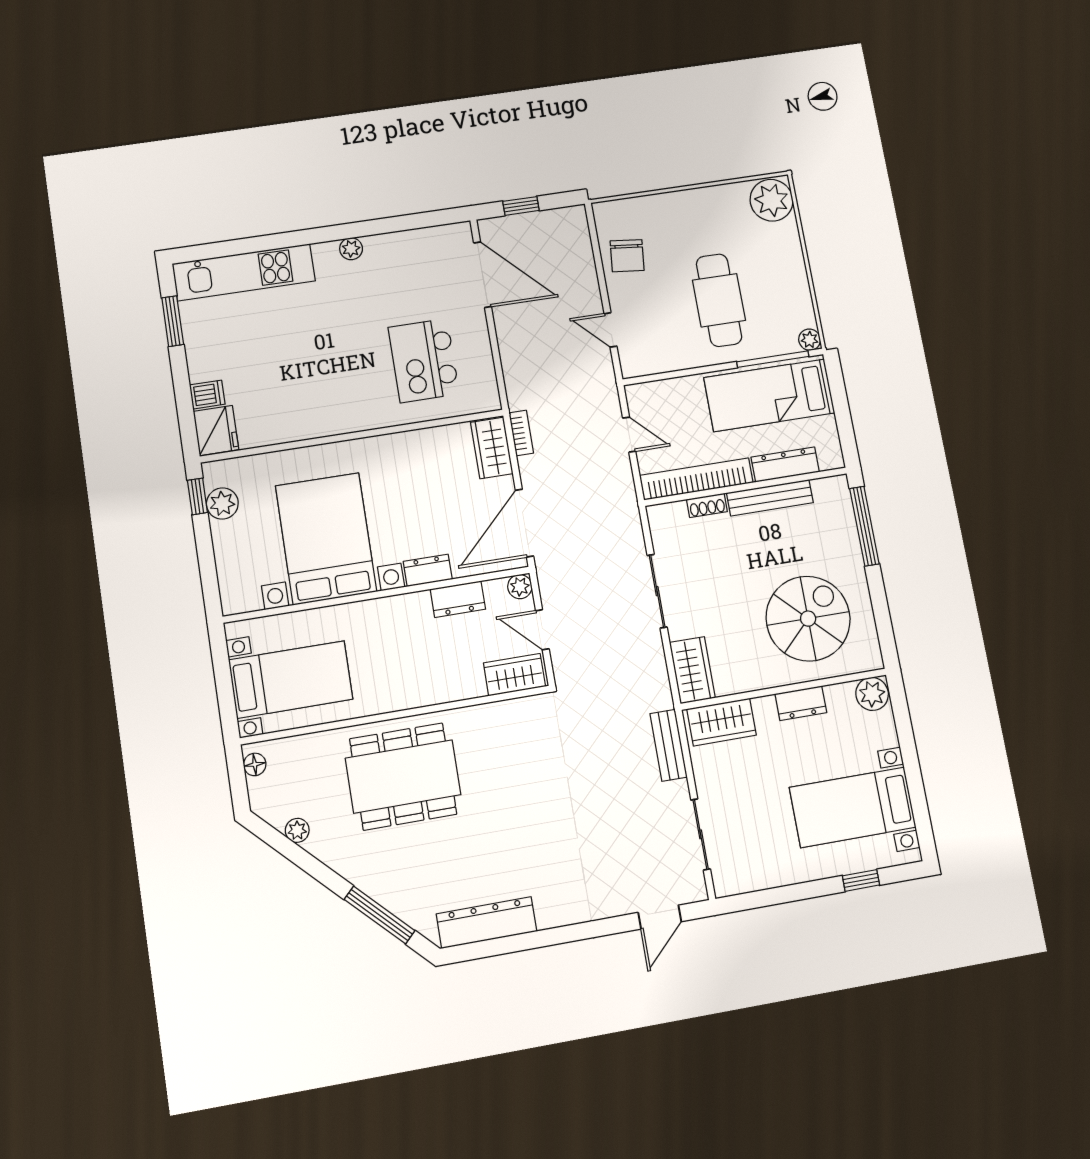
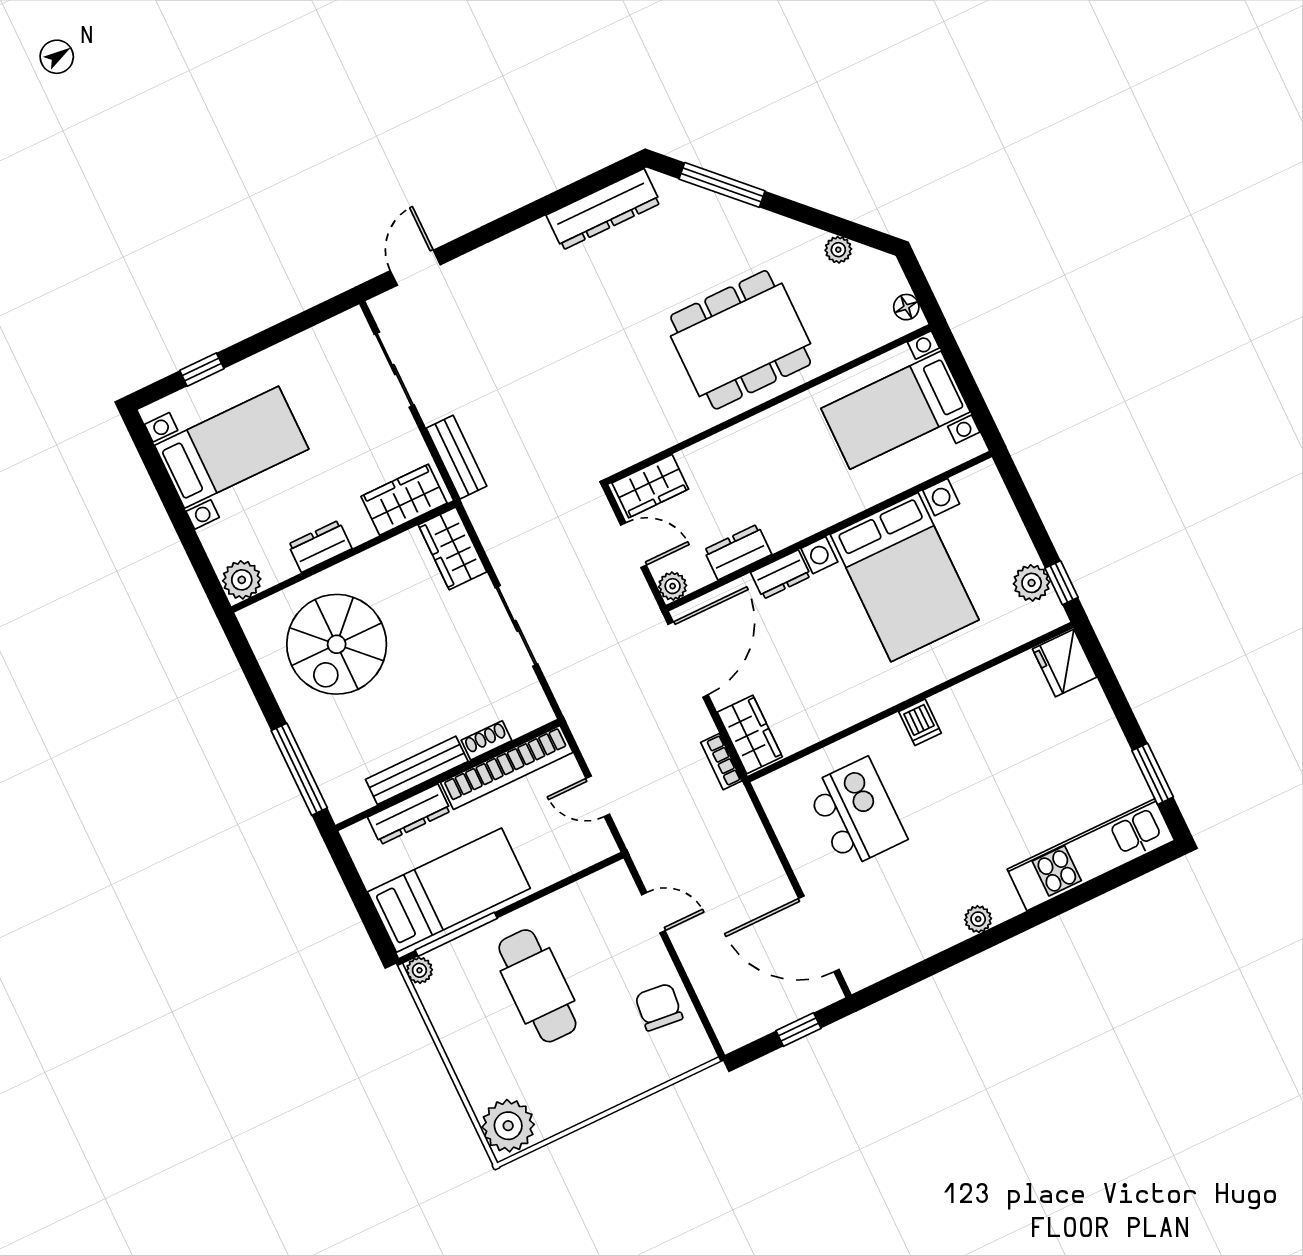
dishwasher: (207, 395) -> (920, 722), moved, turned -90

